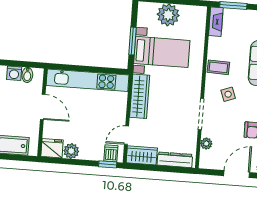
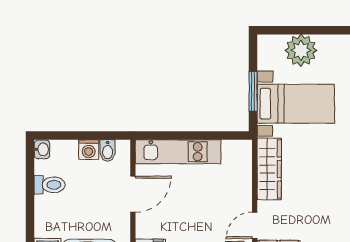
kitchen unit: (88, 80) -> (178, 152), width x0.73
door: (43, 107) -> (133, 194), hinge flipped

